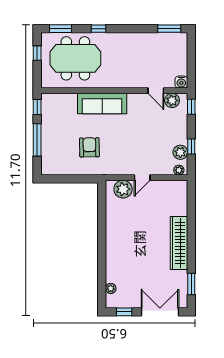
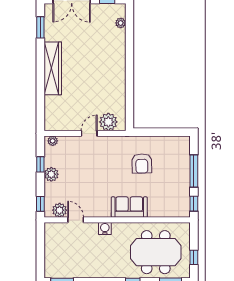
water cooler: (181, 82) -> (105, 229), moved
sofa: (102, 104) -> (129, 207), width x0.73
plant: (180, 152) -> (51, 174), moved

